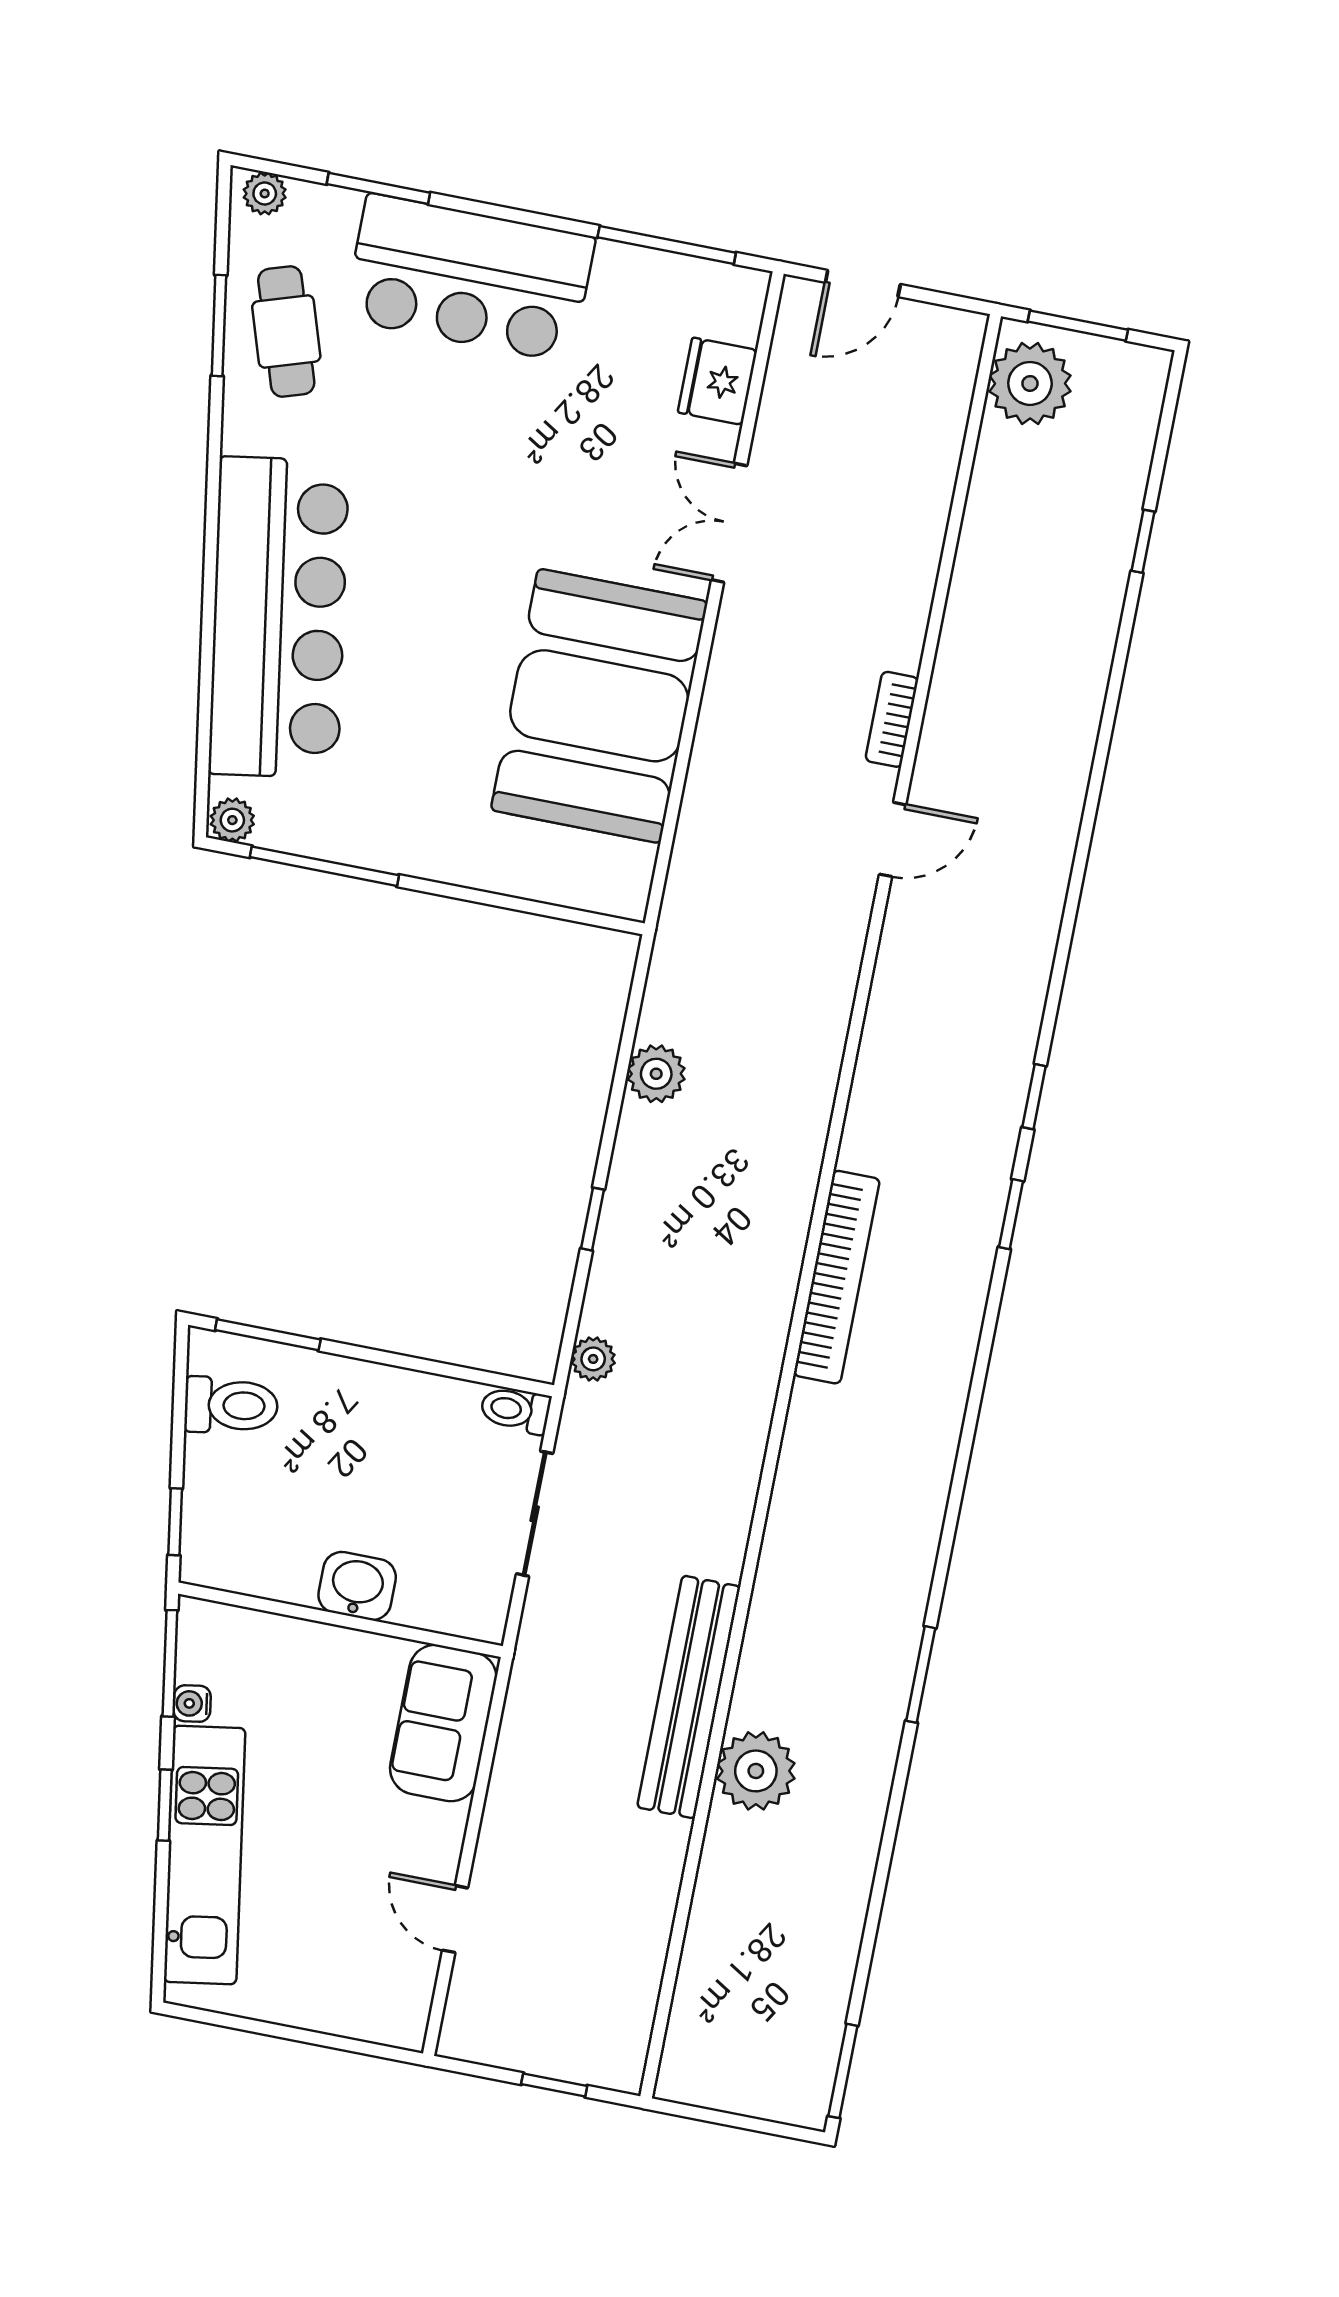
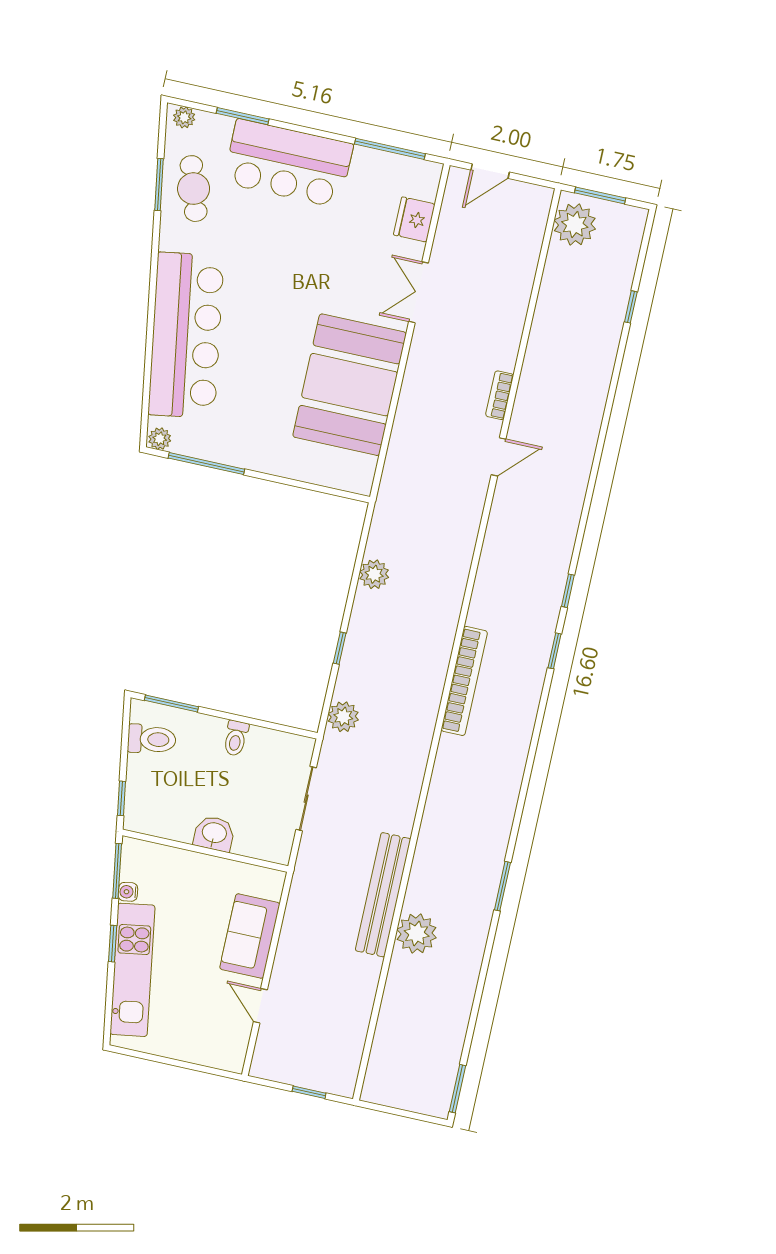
plant: (593, 1359) -> (343, 717), width x1.38, depth x1.38
toilet: (515, 1410) -> (236, 738), moved, turned -90
sofa: (443, 1723) -> (250, 936), moved

